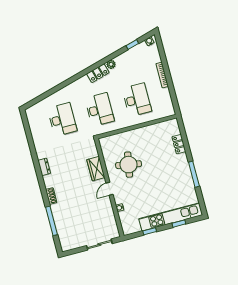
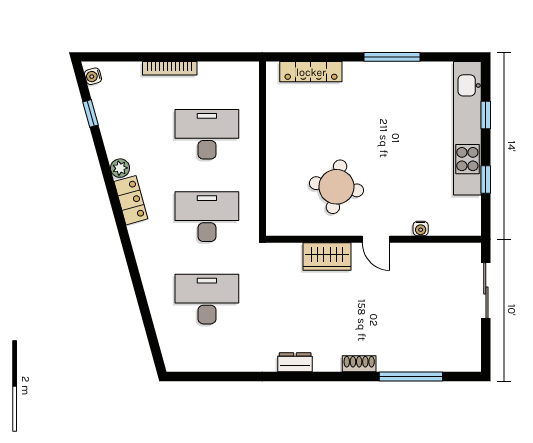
locker: (179, 144) -> (311, 72), width x1.53

